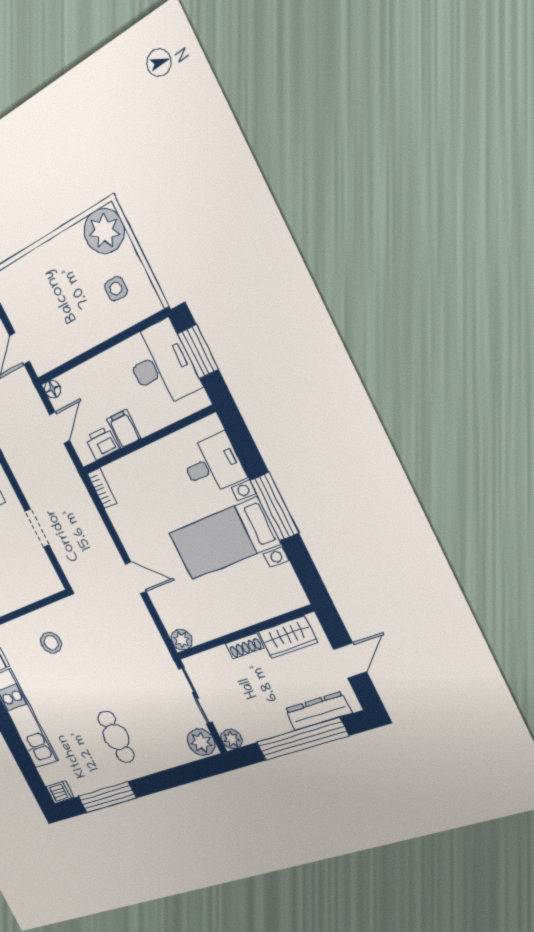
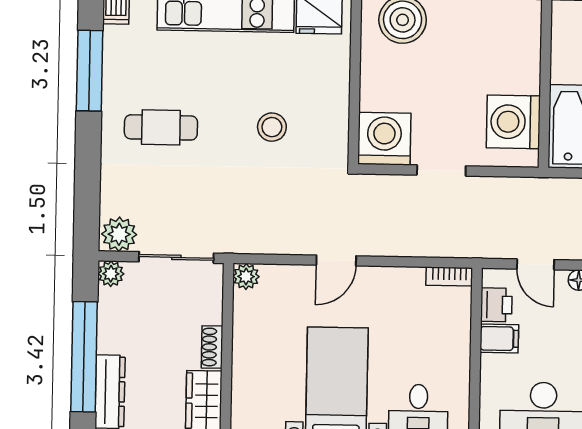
washing machine: (39, 578) -> (384, 139), added
stool: (51, 643) -> (272, 127), moved

